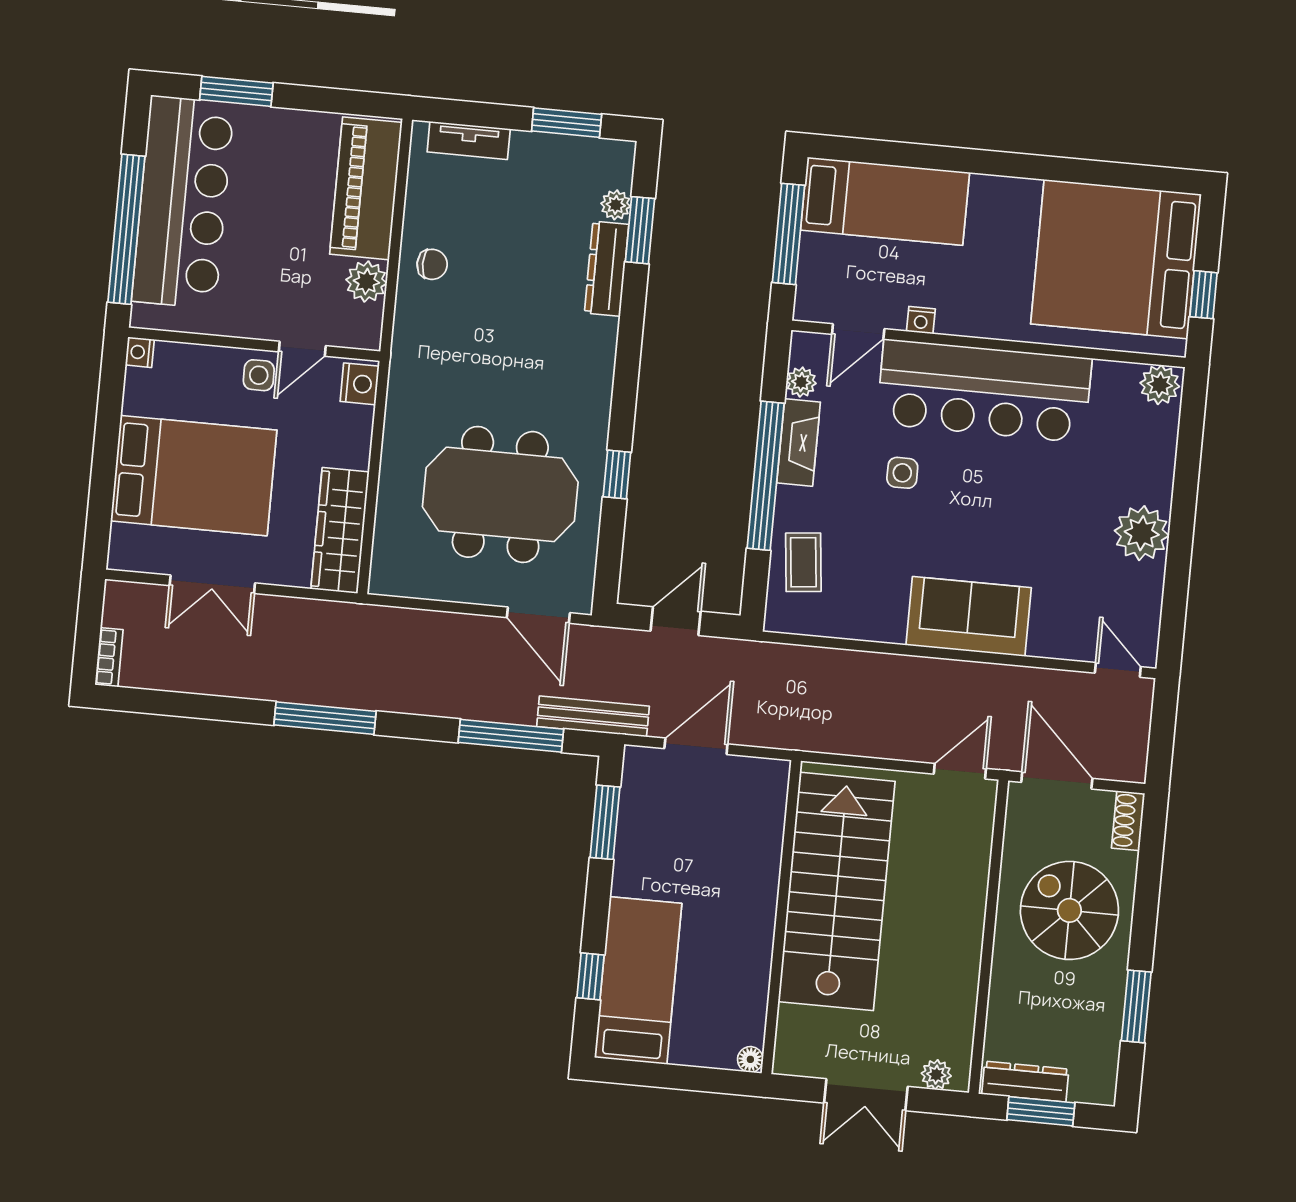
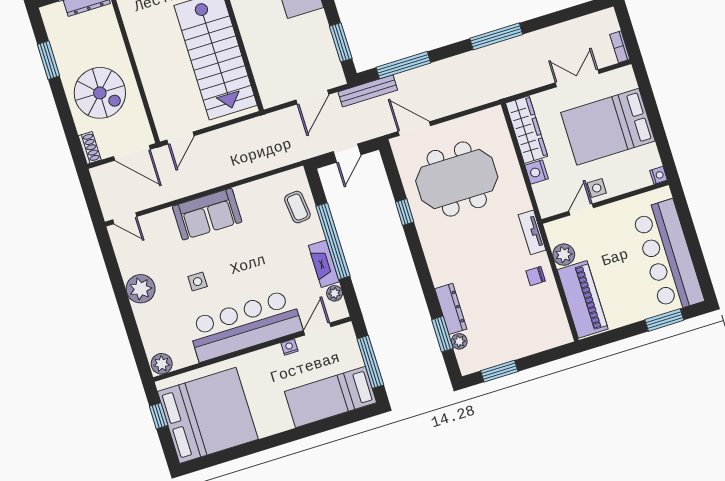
tv unit: (469, 140) -> (532, 232), moved, turned -90
window: (126, 229) -> (690, 232), removed
nightstand: (360, 384) -> (537, 172), moved
side table: (902, 473) -> (198, 282), moved
bookcase: (109, 657) -> (620, 47), moved

